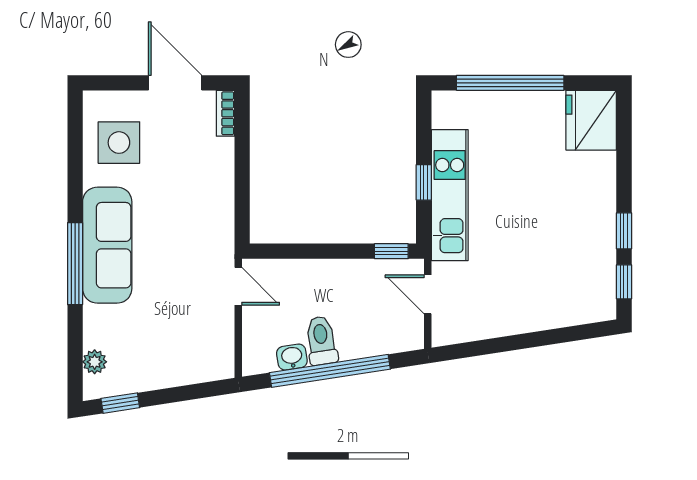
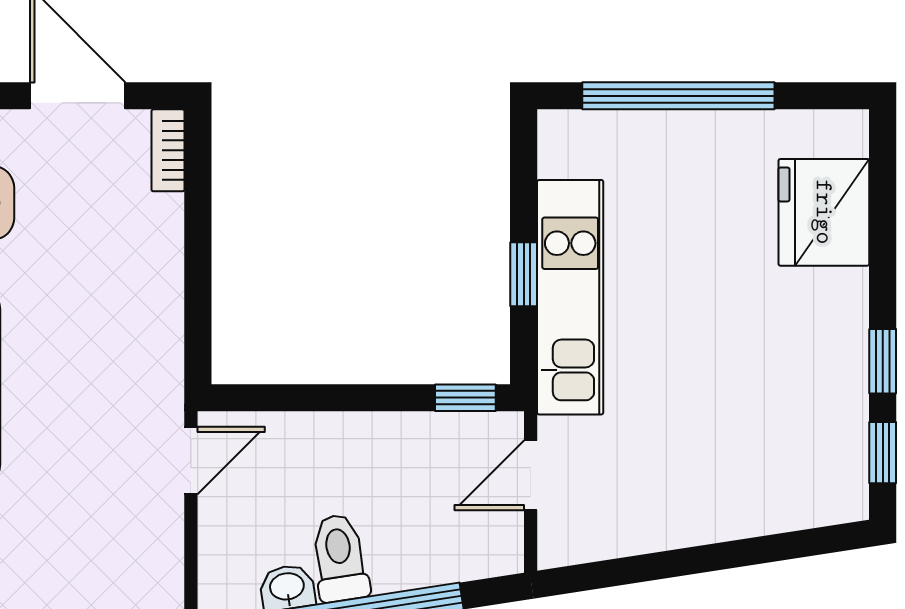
fridge: (591, 120) -> (824, 212), moved
door: (238, 286) -> (191, 461), hinge flipped
door: (428, 294) -> (531, 475), hinge flipped

